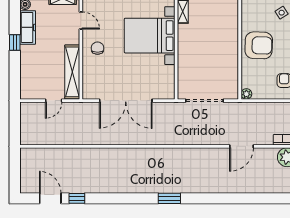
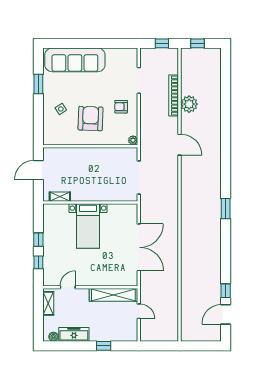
bed with nightstands: (150, 36) -> (88, 226), width x0.73
window: (15, 42) -> (104, 346), moved
armchair: (259, 45) -> (91, 119), moved
chair: (98, 48) -> (92, 272), removed

